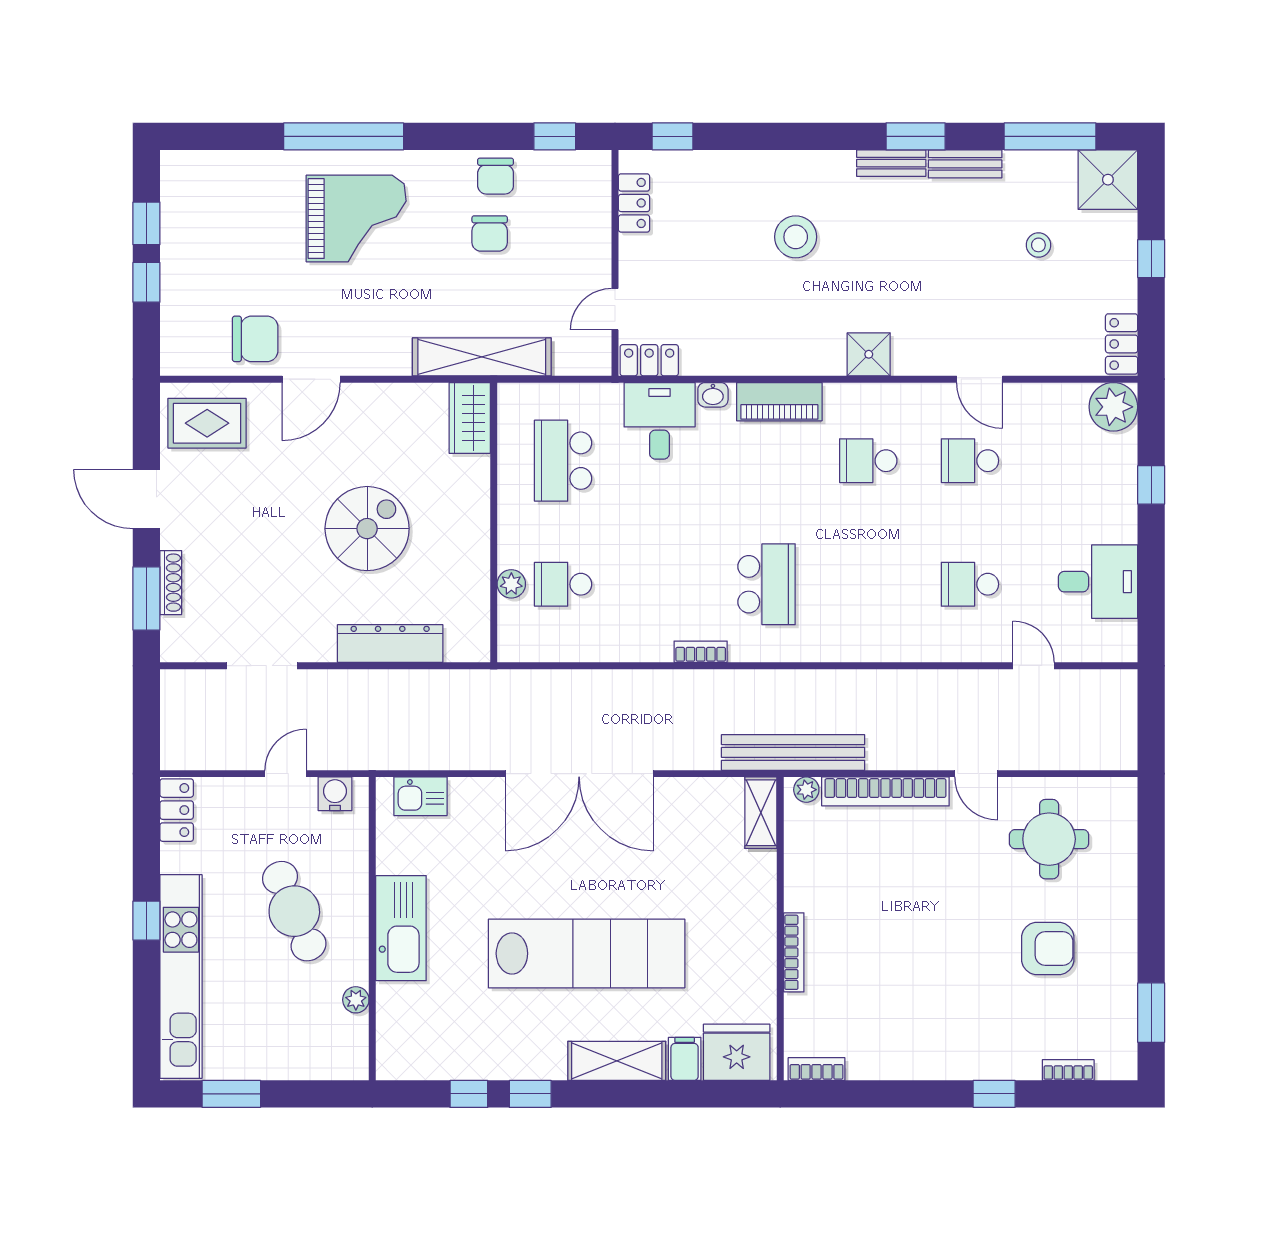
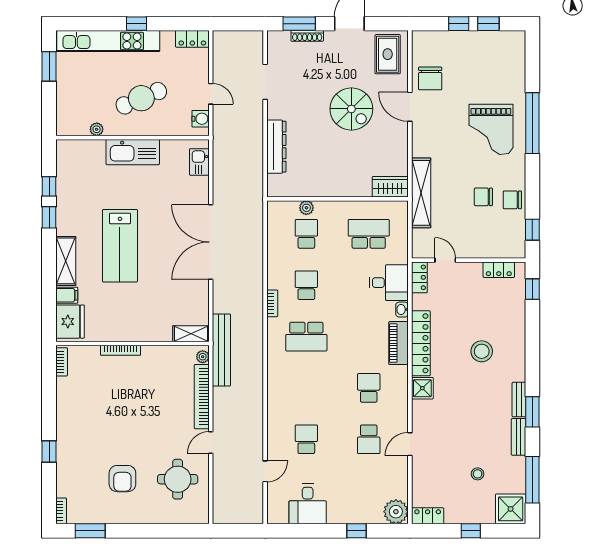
locker: (780, 357) -> (421, 343), added
school desk: (970, 461) -> (369, 439), turned 180
spiral stairs: (367, 529) -> (351, 109), moved
school desk: (665, 584) -> (306, 285), added
lab bench: (587, 953) -> (120, 246), width x0.73
bookcase: (1068, 1070) -> (61, 511), moved

